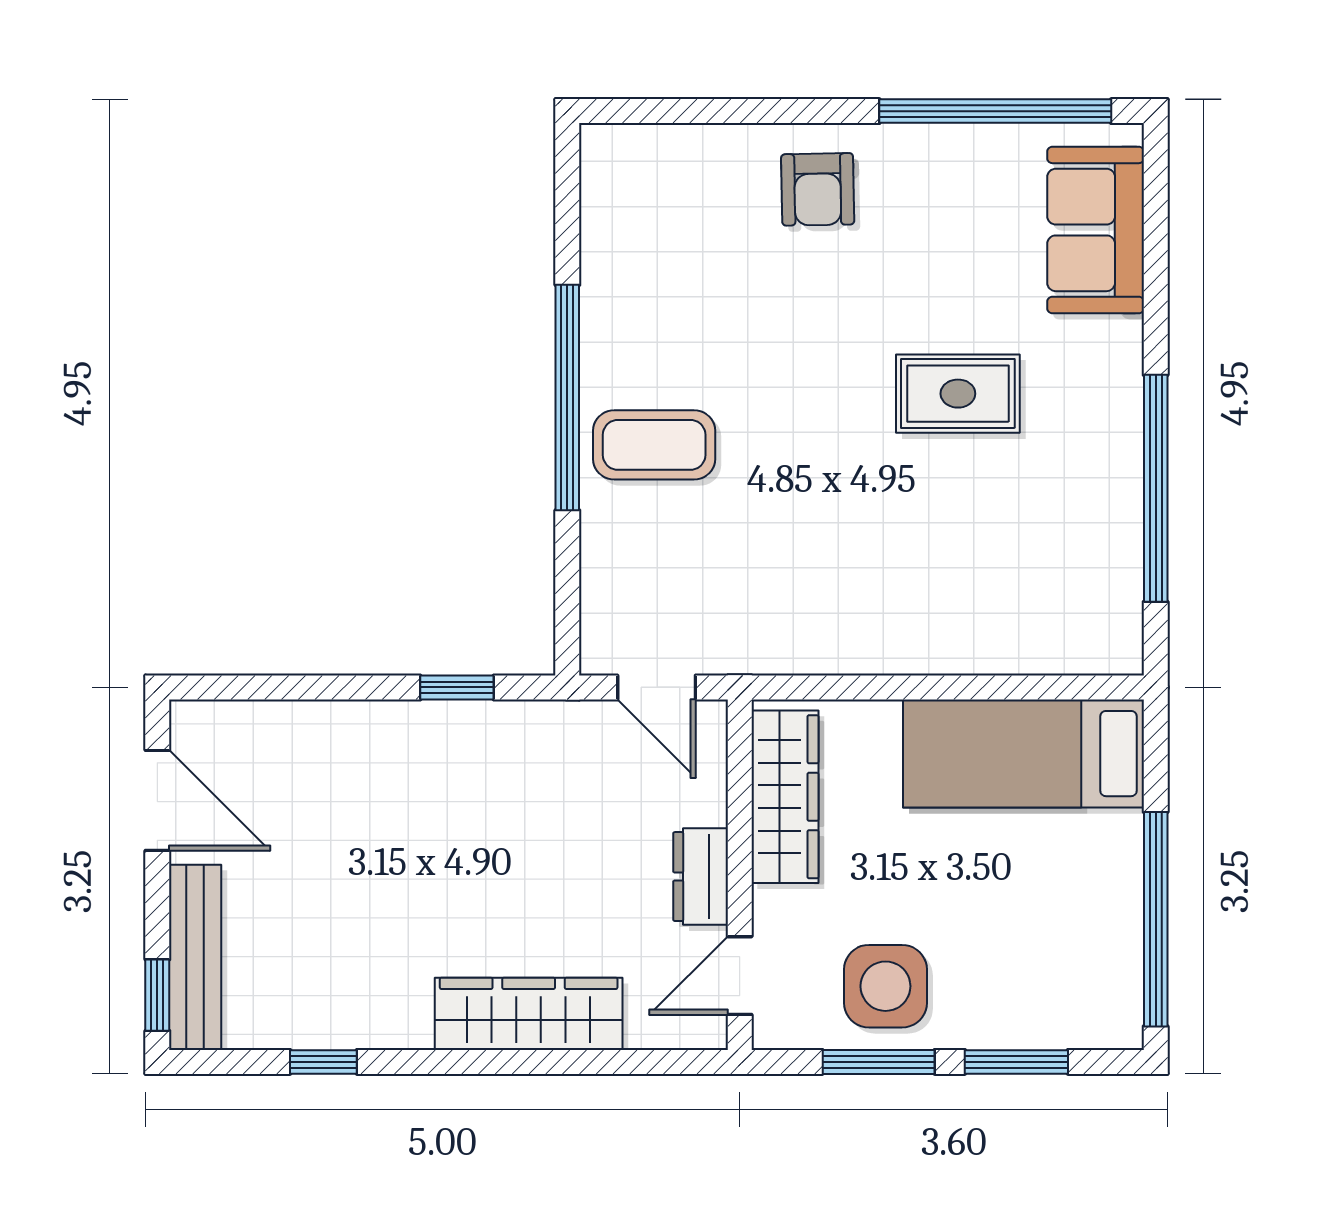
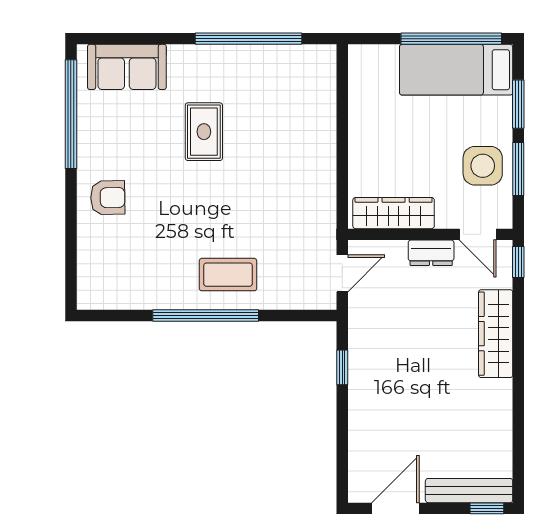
coffee table: (654, 445) -> (228, 275), turned 90
bed: (1023, 754) -> (456, 70), moved, turned 90
window: (323, 1062) -> (518, 262), moved

